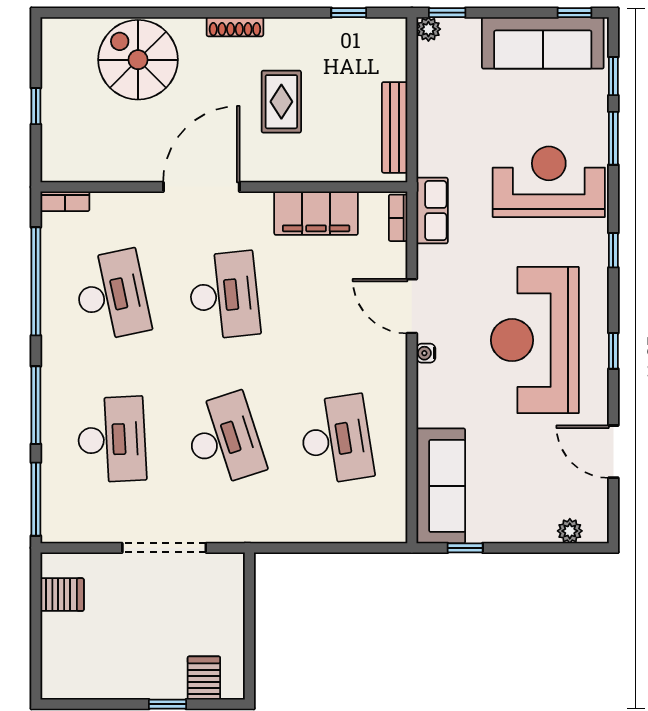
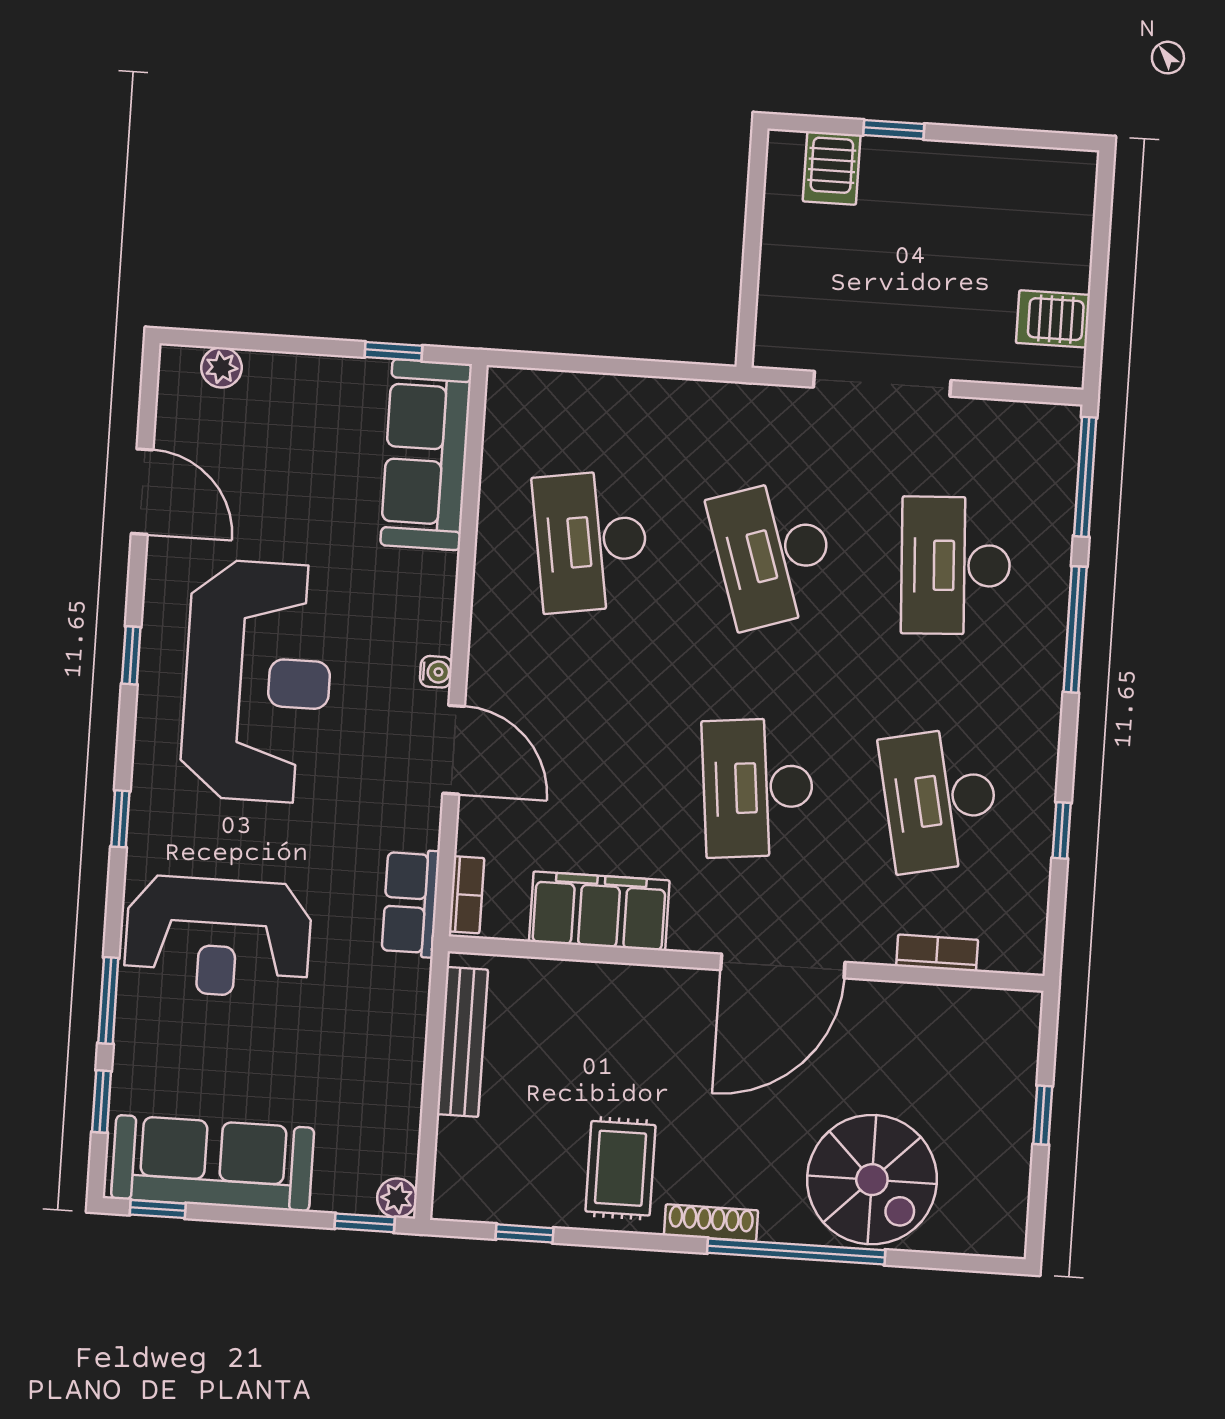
window: (182, 13) -> (796, 1251), added
rug: (281, 102) -> (621, 1168), moved
bookcase: (65, 201) -> (937, 953), moved
window: (36, 281) -> (1062, 830), width x0.32

